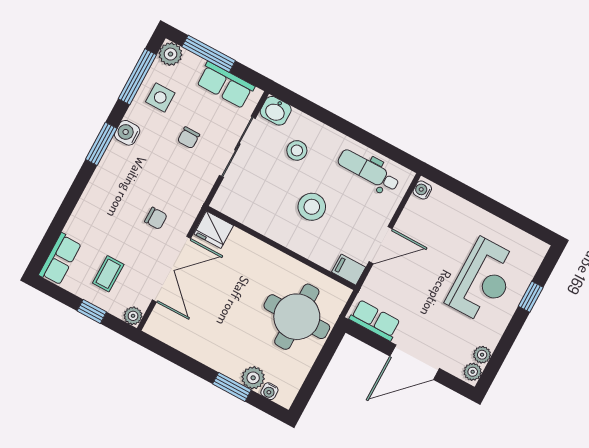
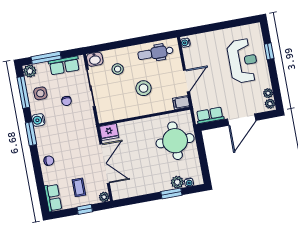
chair: (156, 218) -> (49, 161), moved

